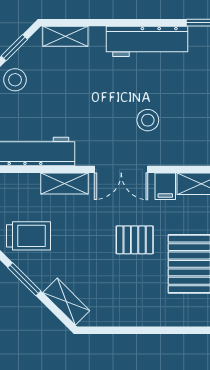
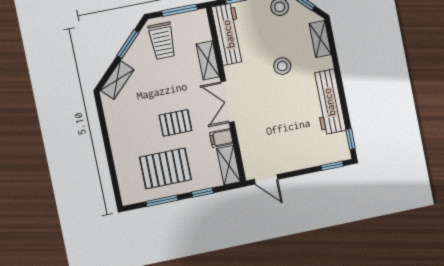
stool: (148, 120) -> (282, 66), moved
pallet: (135, 240) -> (175, 123), turned 90

